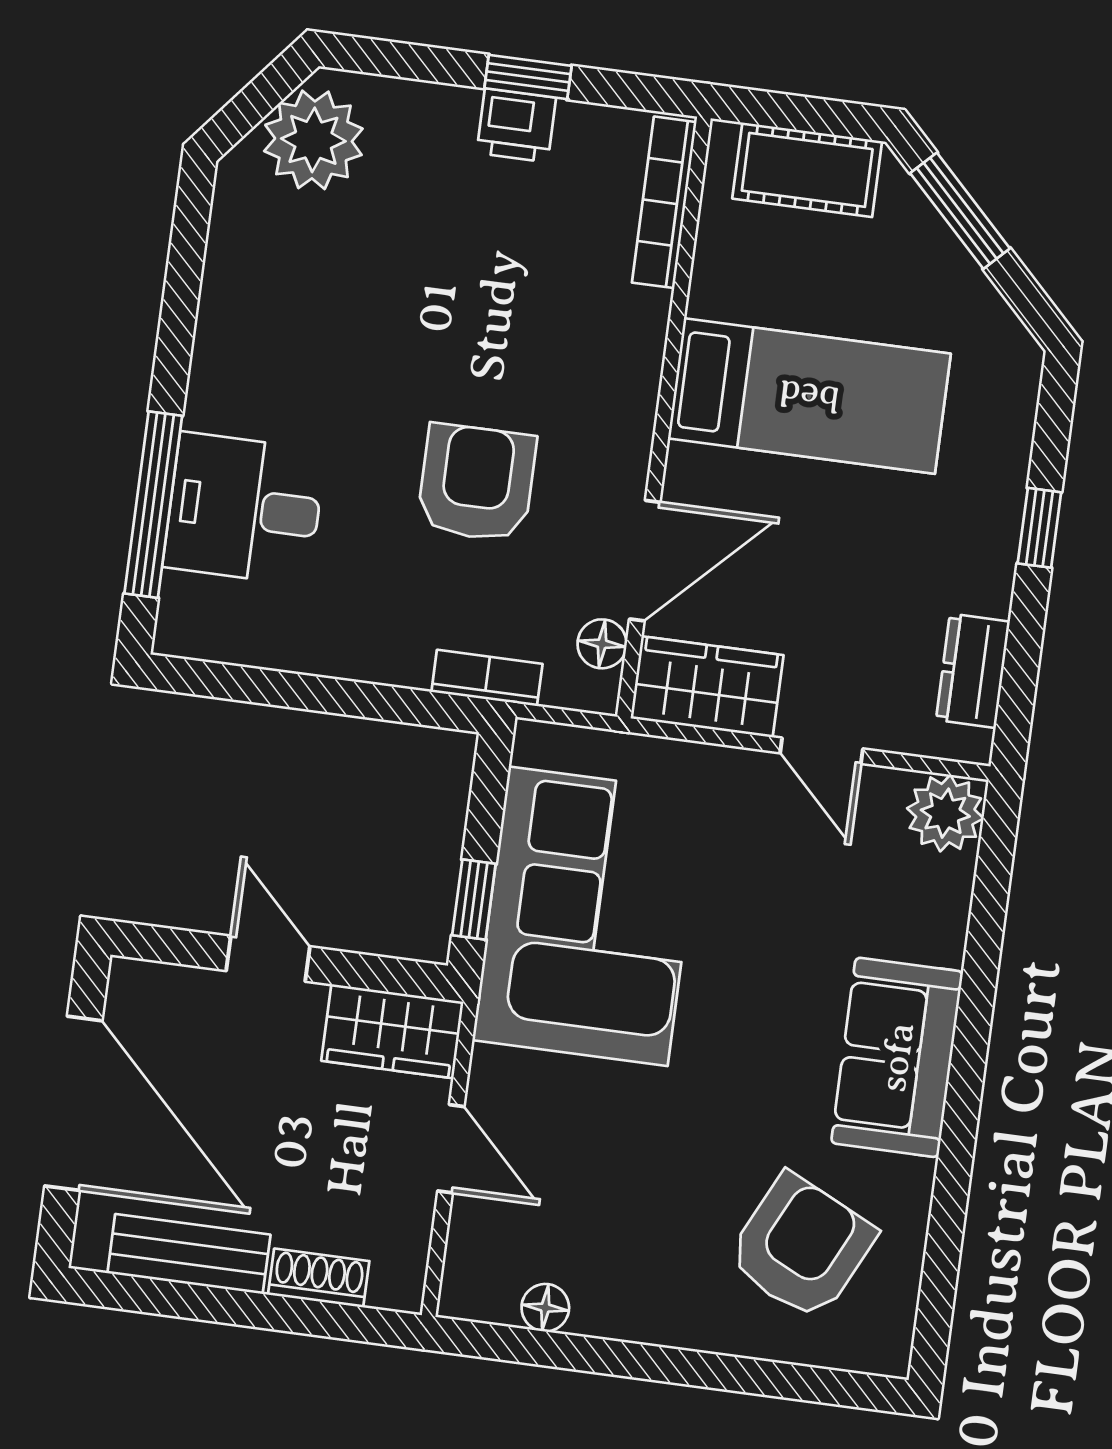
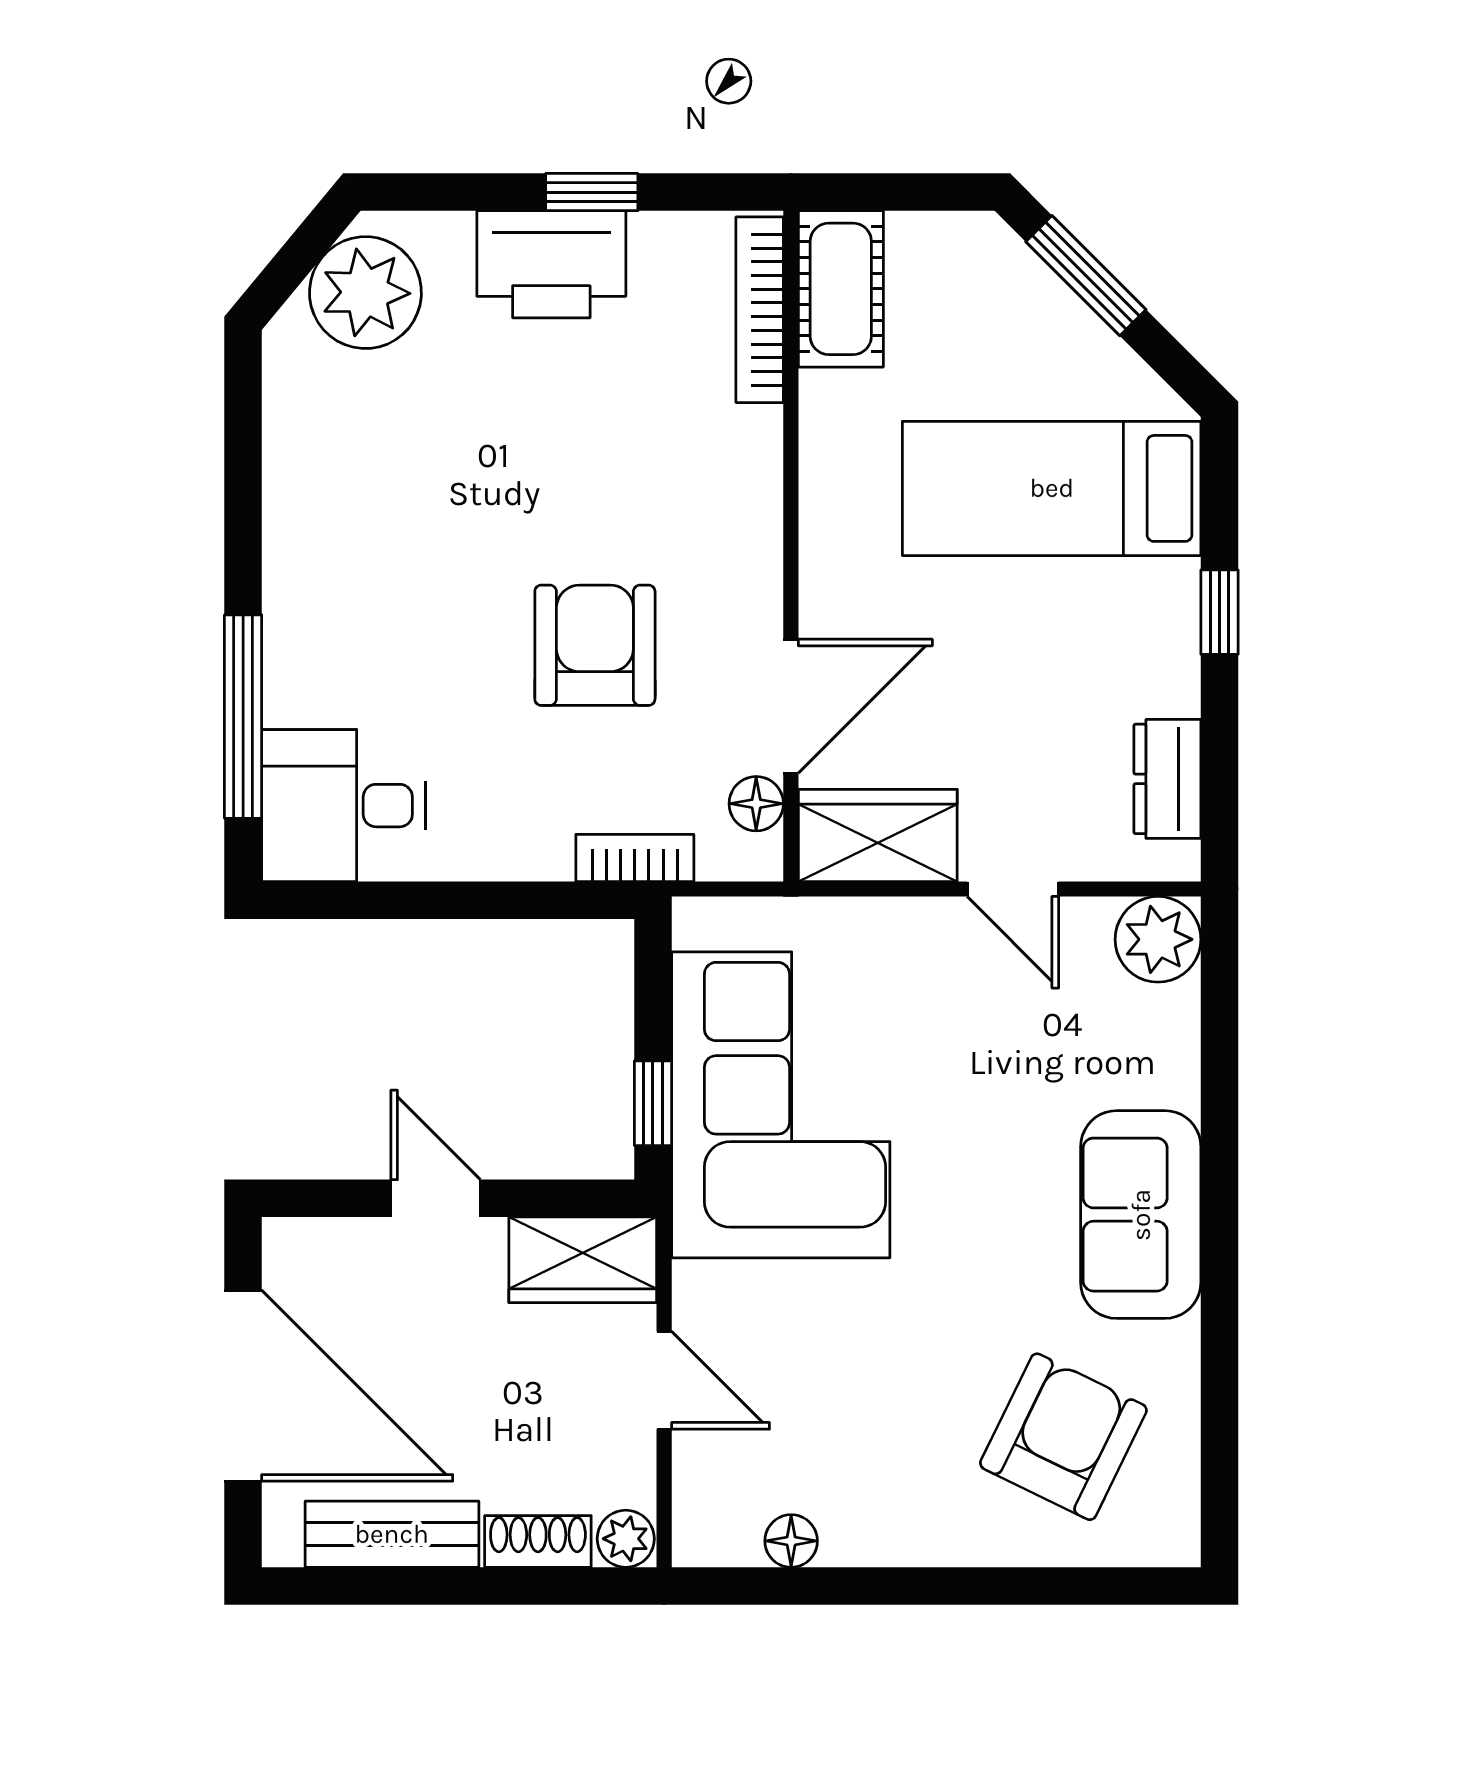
printer: (516, 125) -> (551, 264), width x1.87, depth x1.48
cot: (807, 170) -> (841, 289), moved, turned 90
bed: (809, 396) -> (1052, 488), moved, turned 180
desk: (244, 509) -> (344, 806), moved
plant: (398, 1286) -> (626, 1539), added

